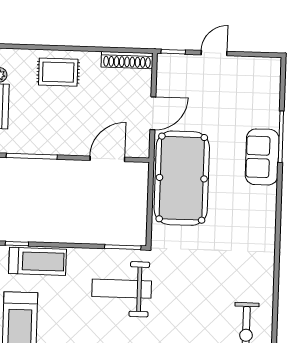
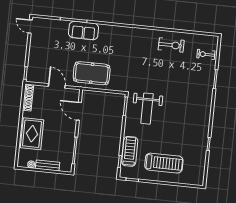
door: (214, 53) -> (30, 26), moved
rug: (58, 72) -> (32, 134), width x1.36, depth x1.43
pool table: (182, 178) -> (92, 73), width x0.73, depth x0.76

